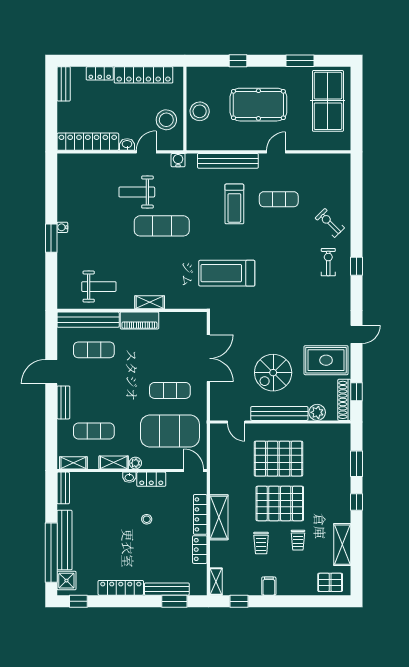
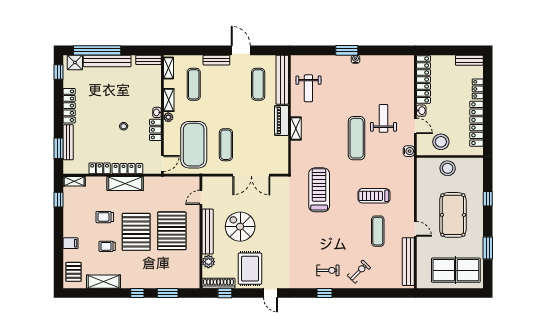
bench: (228, 161) -> (408, 262), moved
filing cabinet: (269, 586) -> (71, 243), moved

